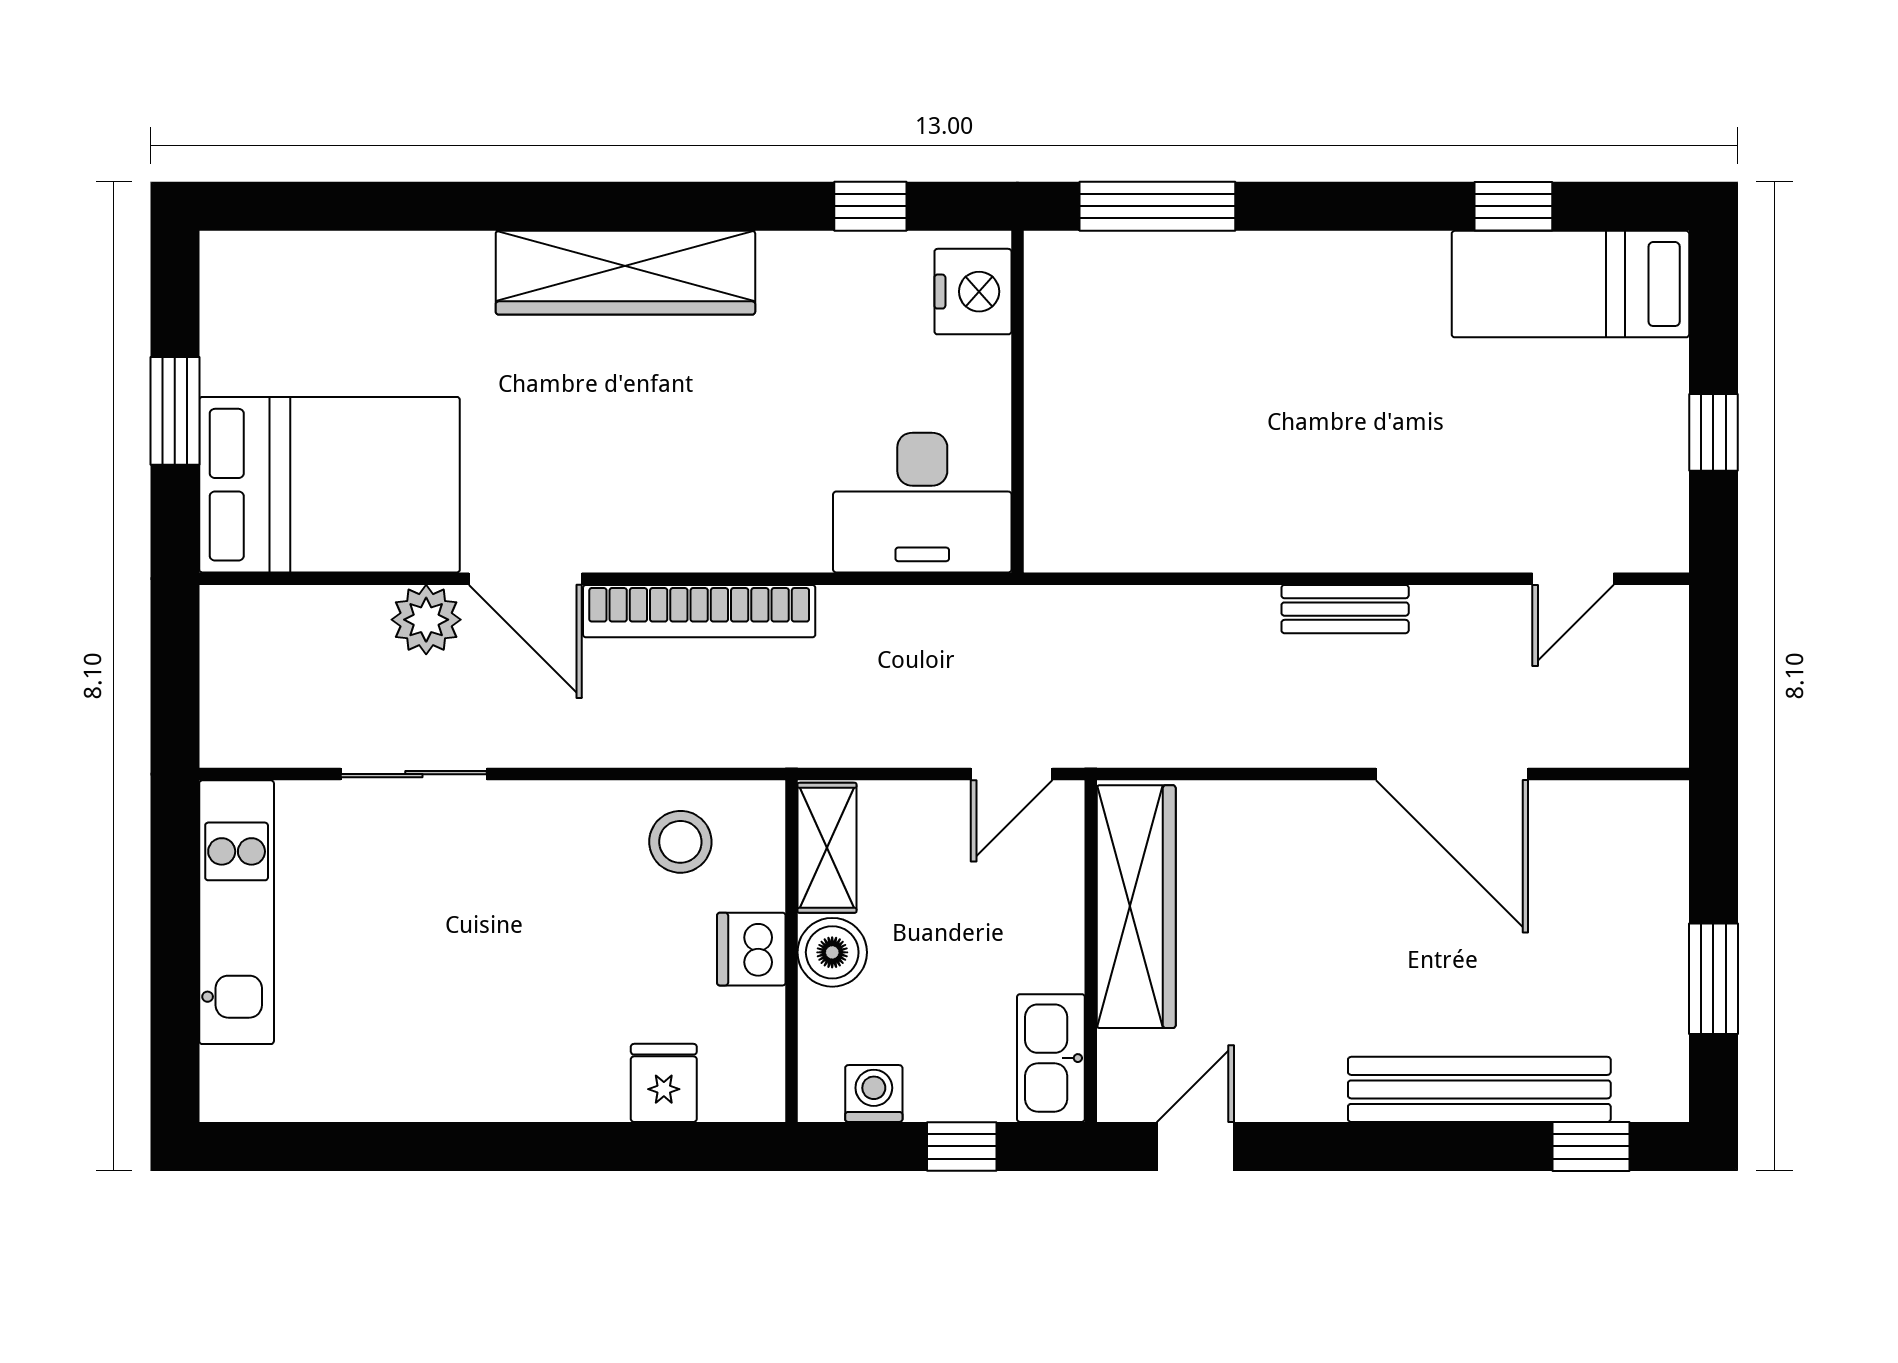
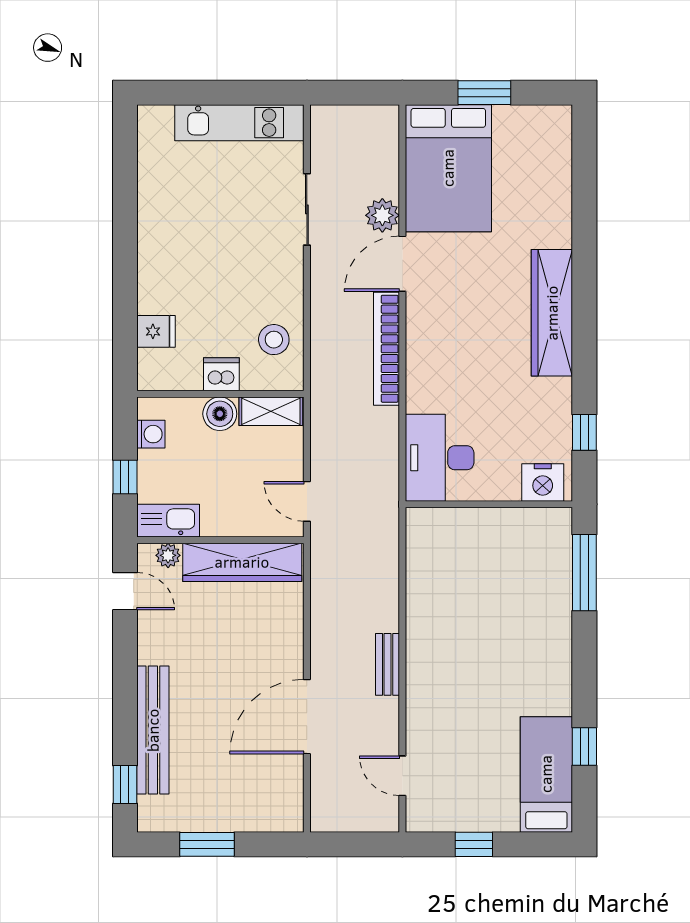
plant: (1122, 1058) -> (168, 555), added

